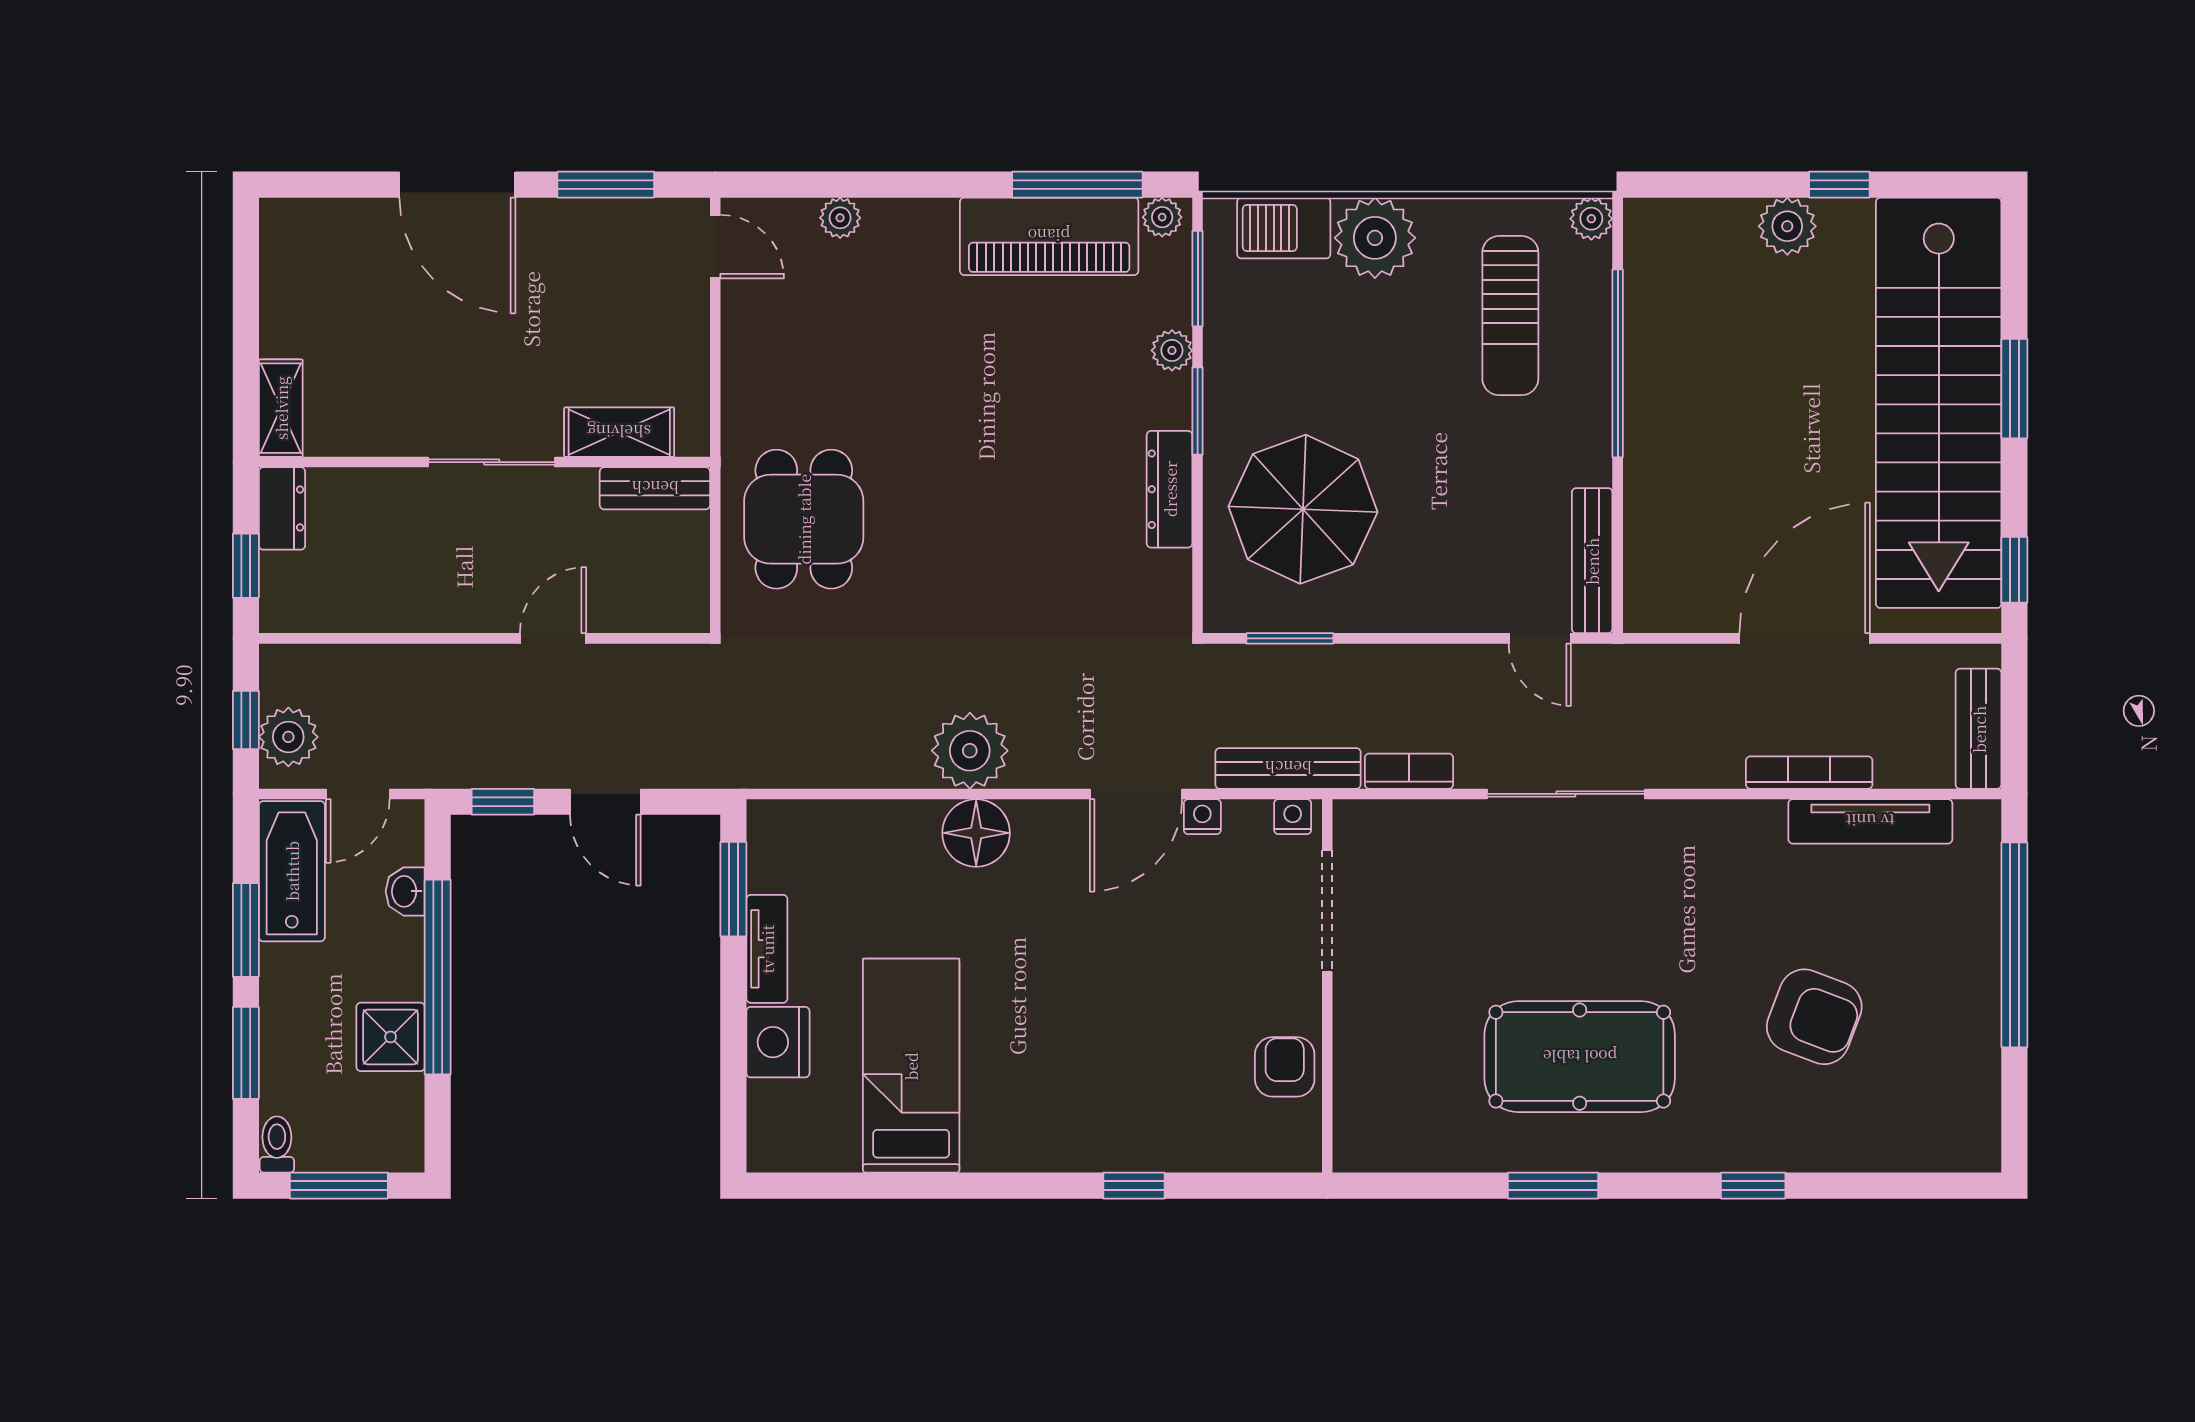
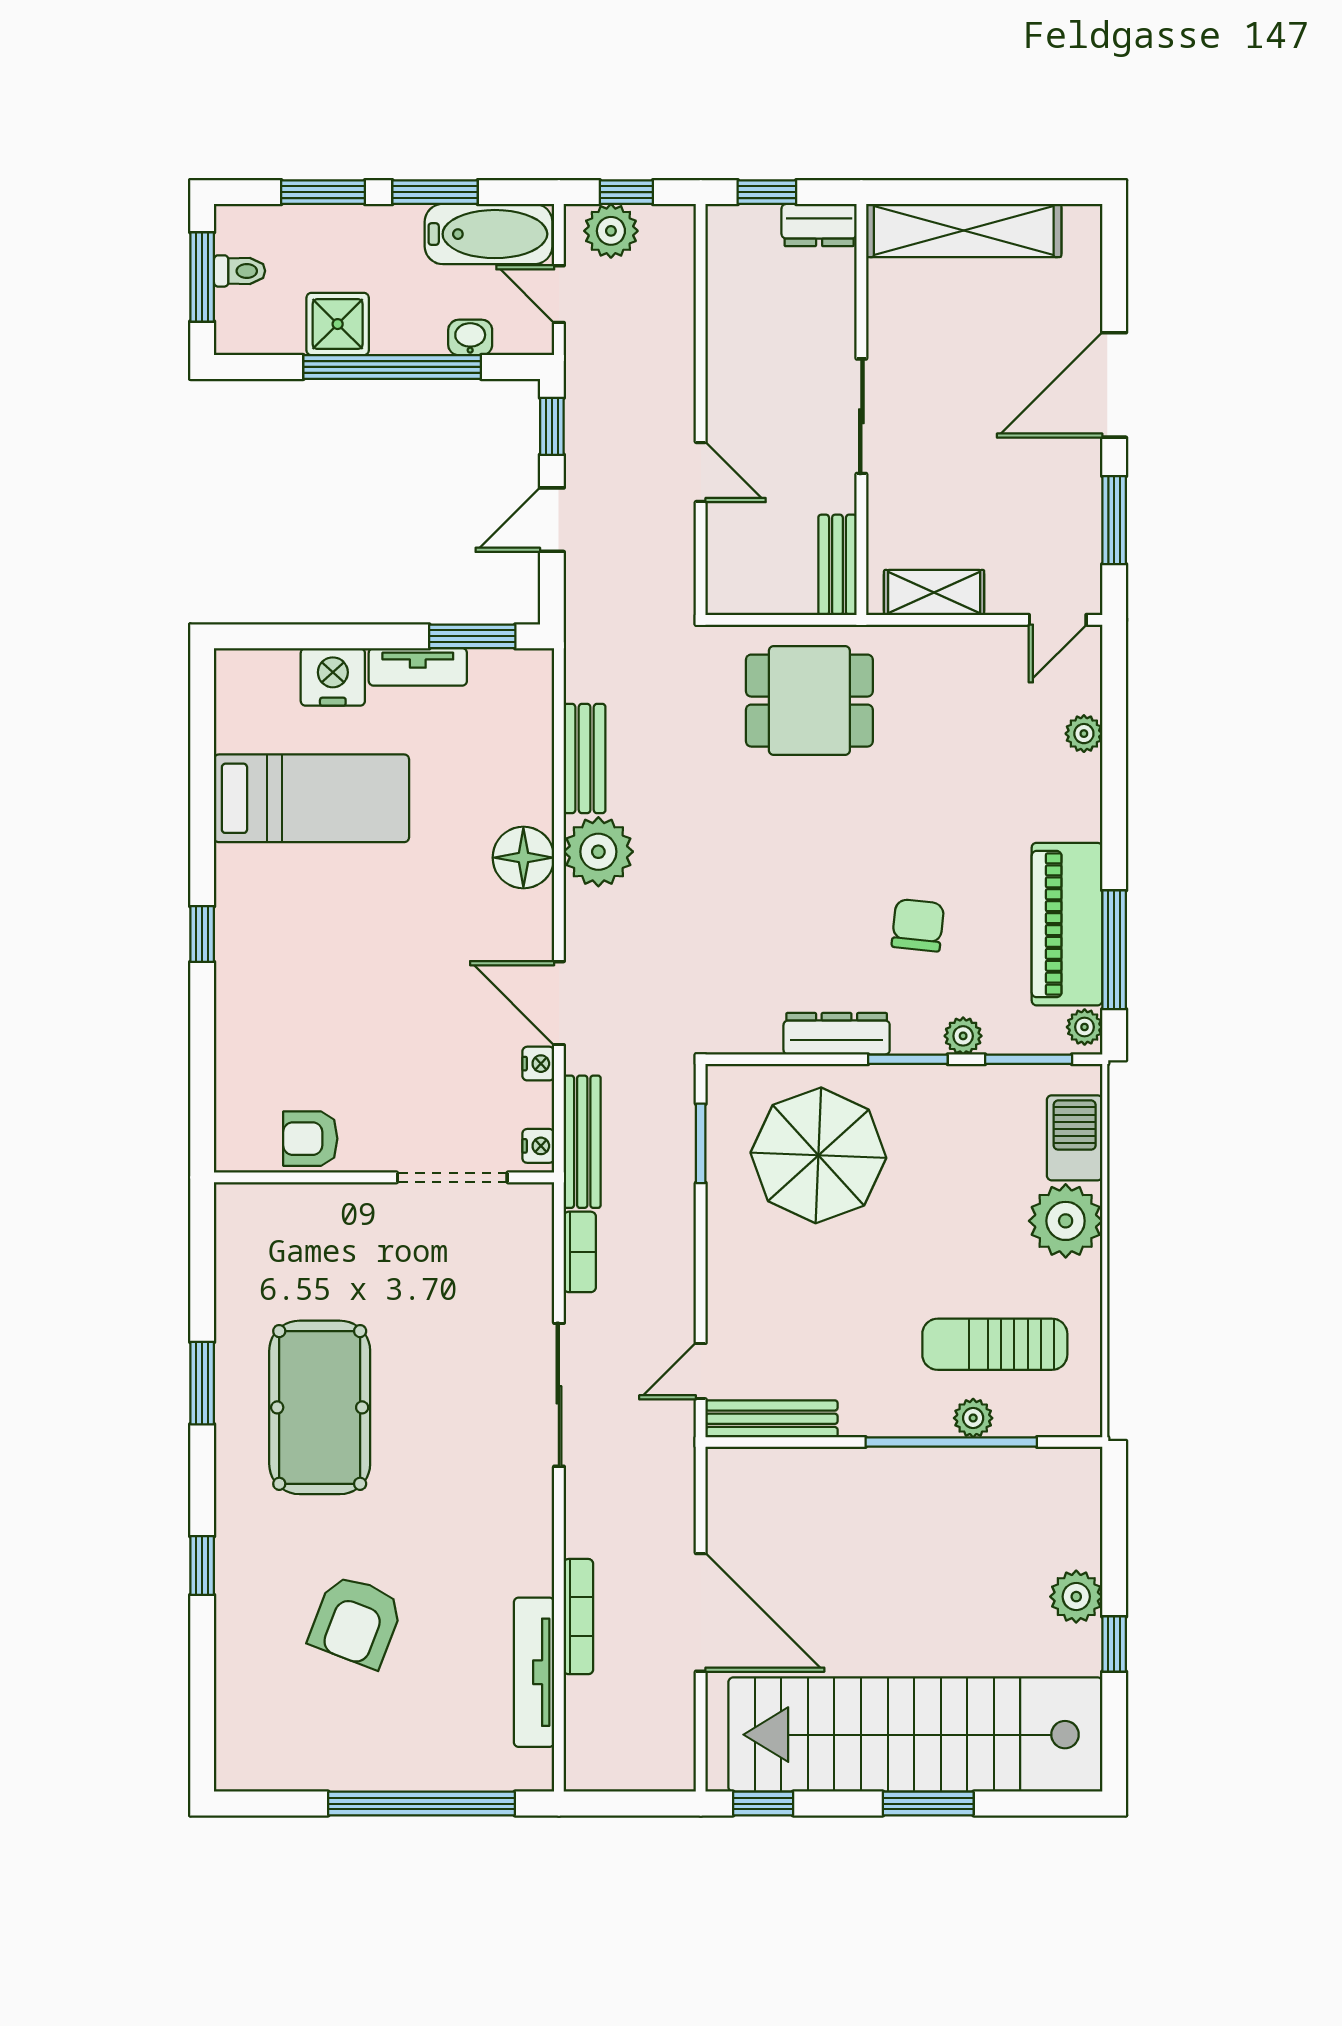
plant: (1591, 219) -> (973, 1418), moved
chair: (1050, 400) -> (918, 925), added
shelving: (281, 408) -> (964, 231), width x2.20, depth x1.33
shelving: (619, 432) -> (934, 593), moved, turned 90
bench: (1979, 729) -> (585, 759), moved, turned 90
armchair: (1285, 1067) -> (310, 1139), turned 180
toilet: (277, 1145) -> (240, 271), moved
window: (1134, 1186) -> (202, 934), moved

